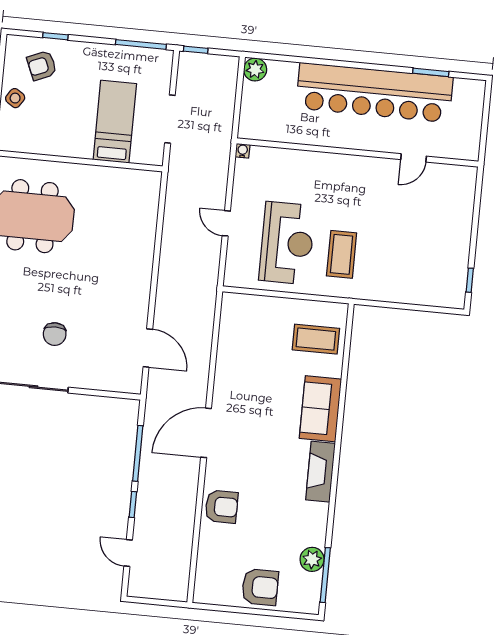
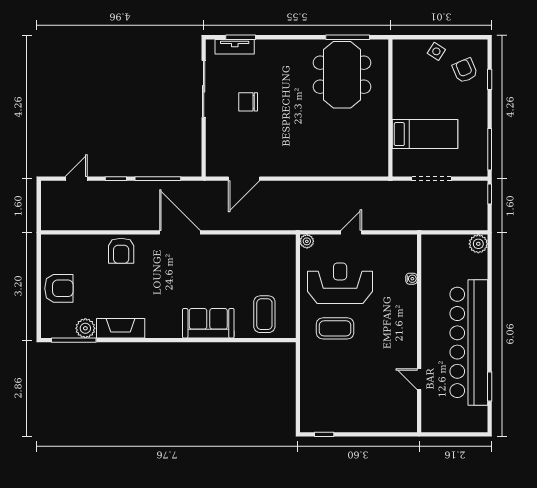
water cooler: (243, 151) -> (411, 279), moved
reception desk: (287, 243) -> (340, 283), turned 180
plant: (232, 279) -> (307, 241), added
fireplace: (320, 472) -> (121, 328), moved
armchair: (260, 587) -> (59, 288), turned -90

